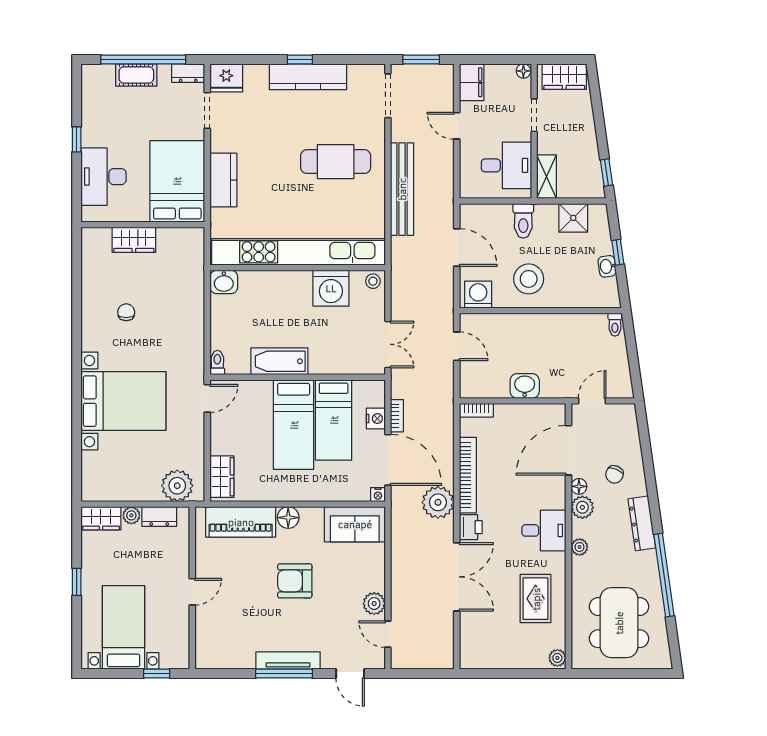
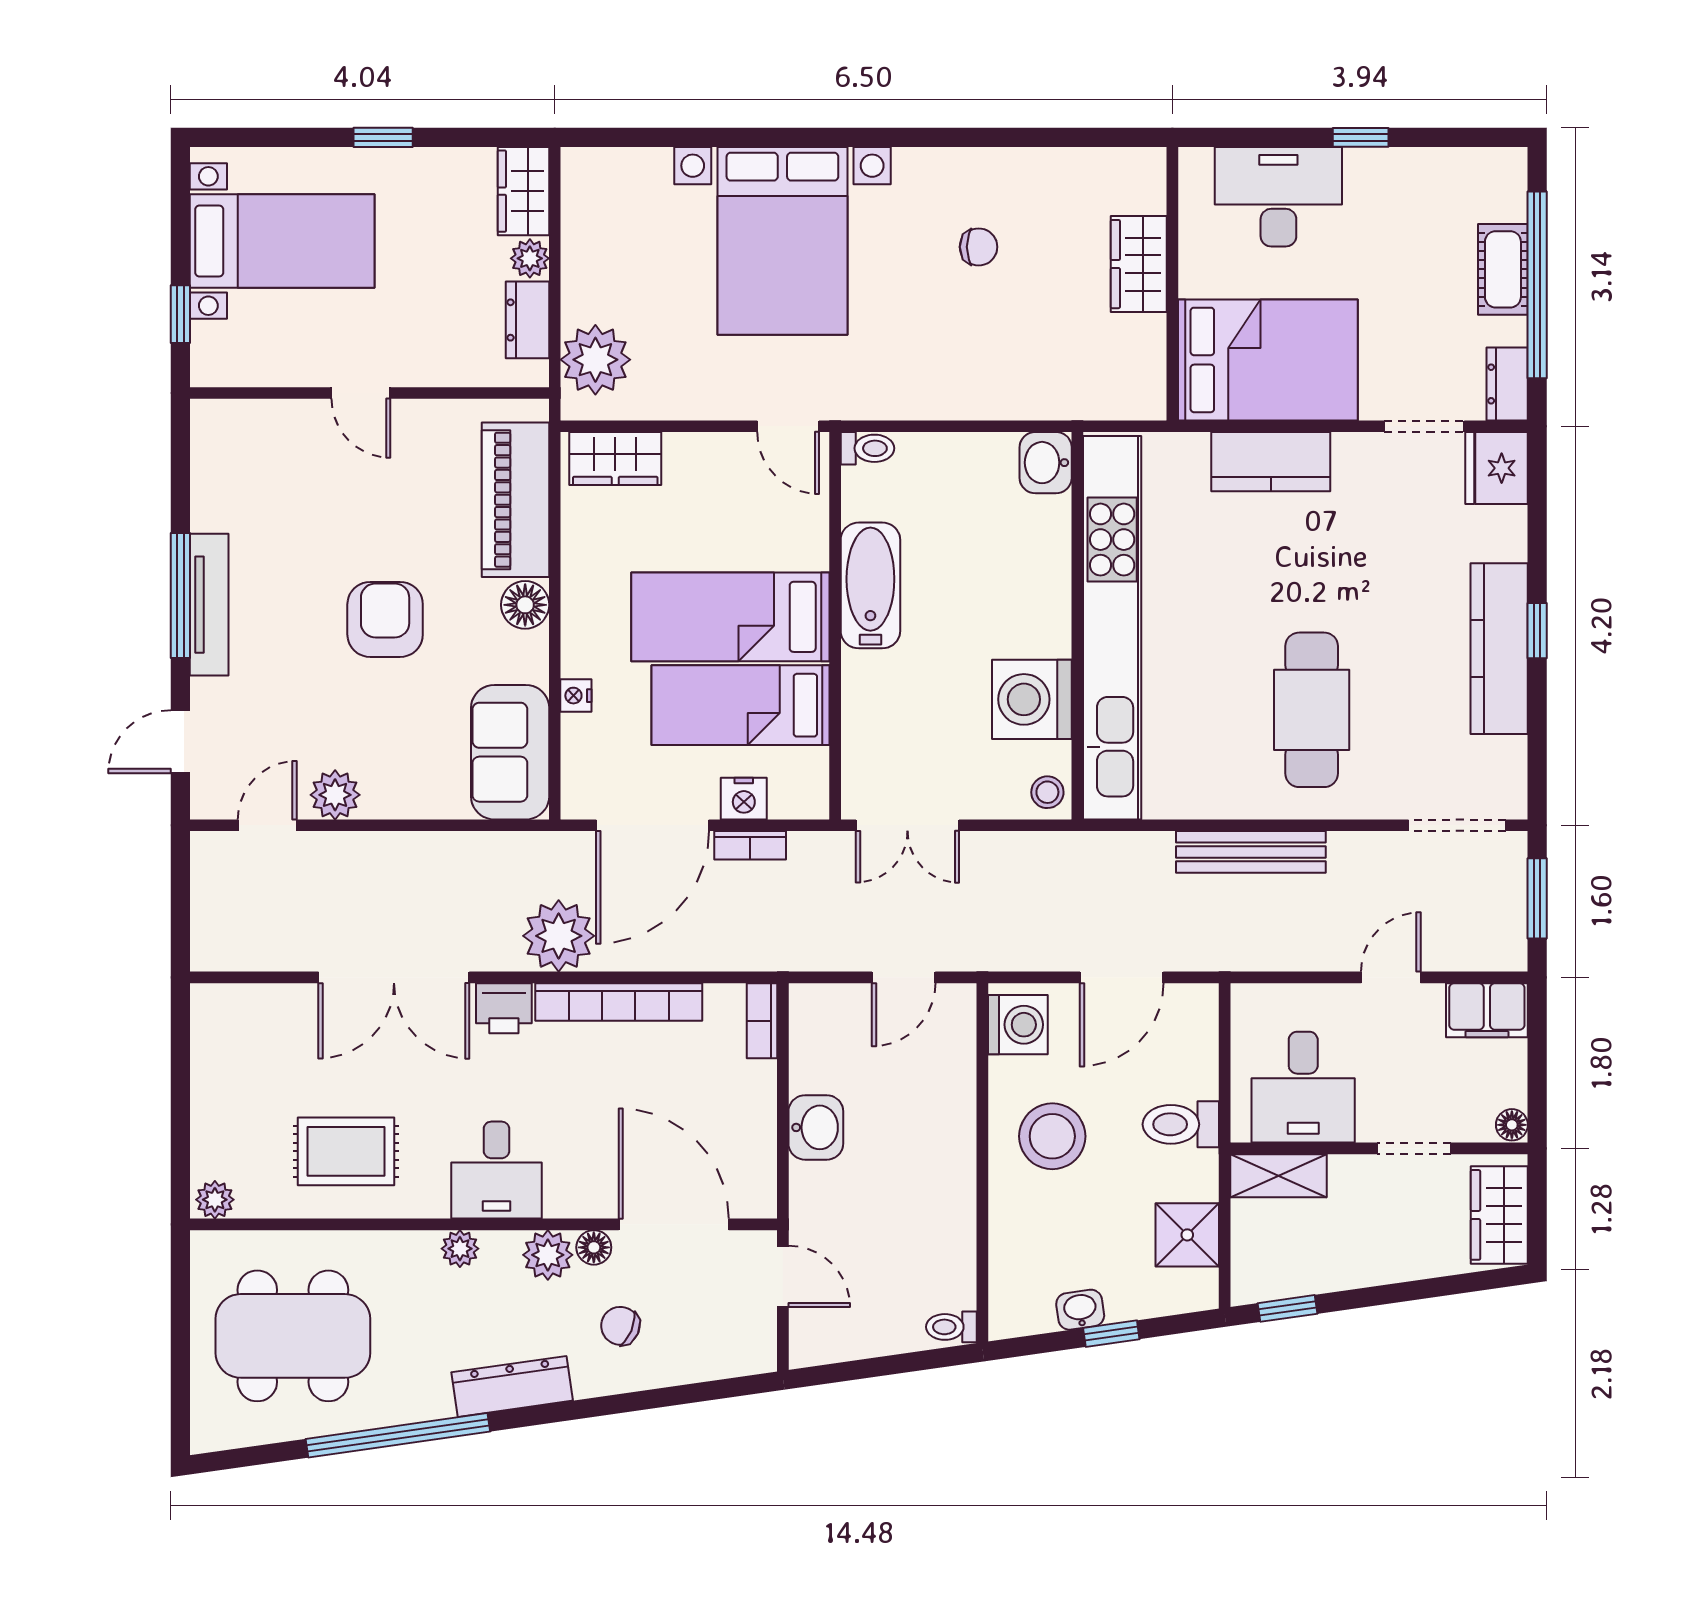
bench: (402, 189) -> (1251, 852), width x0.73, depth x0.82
nightstand: (378, 495) -> (576, 696), moved

